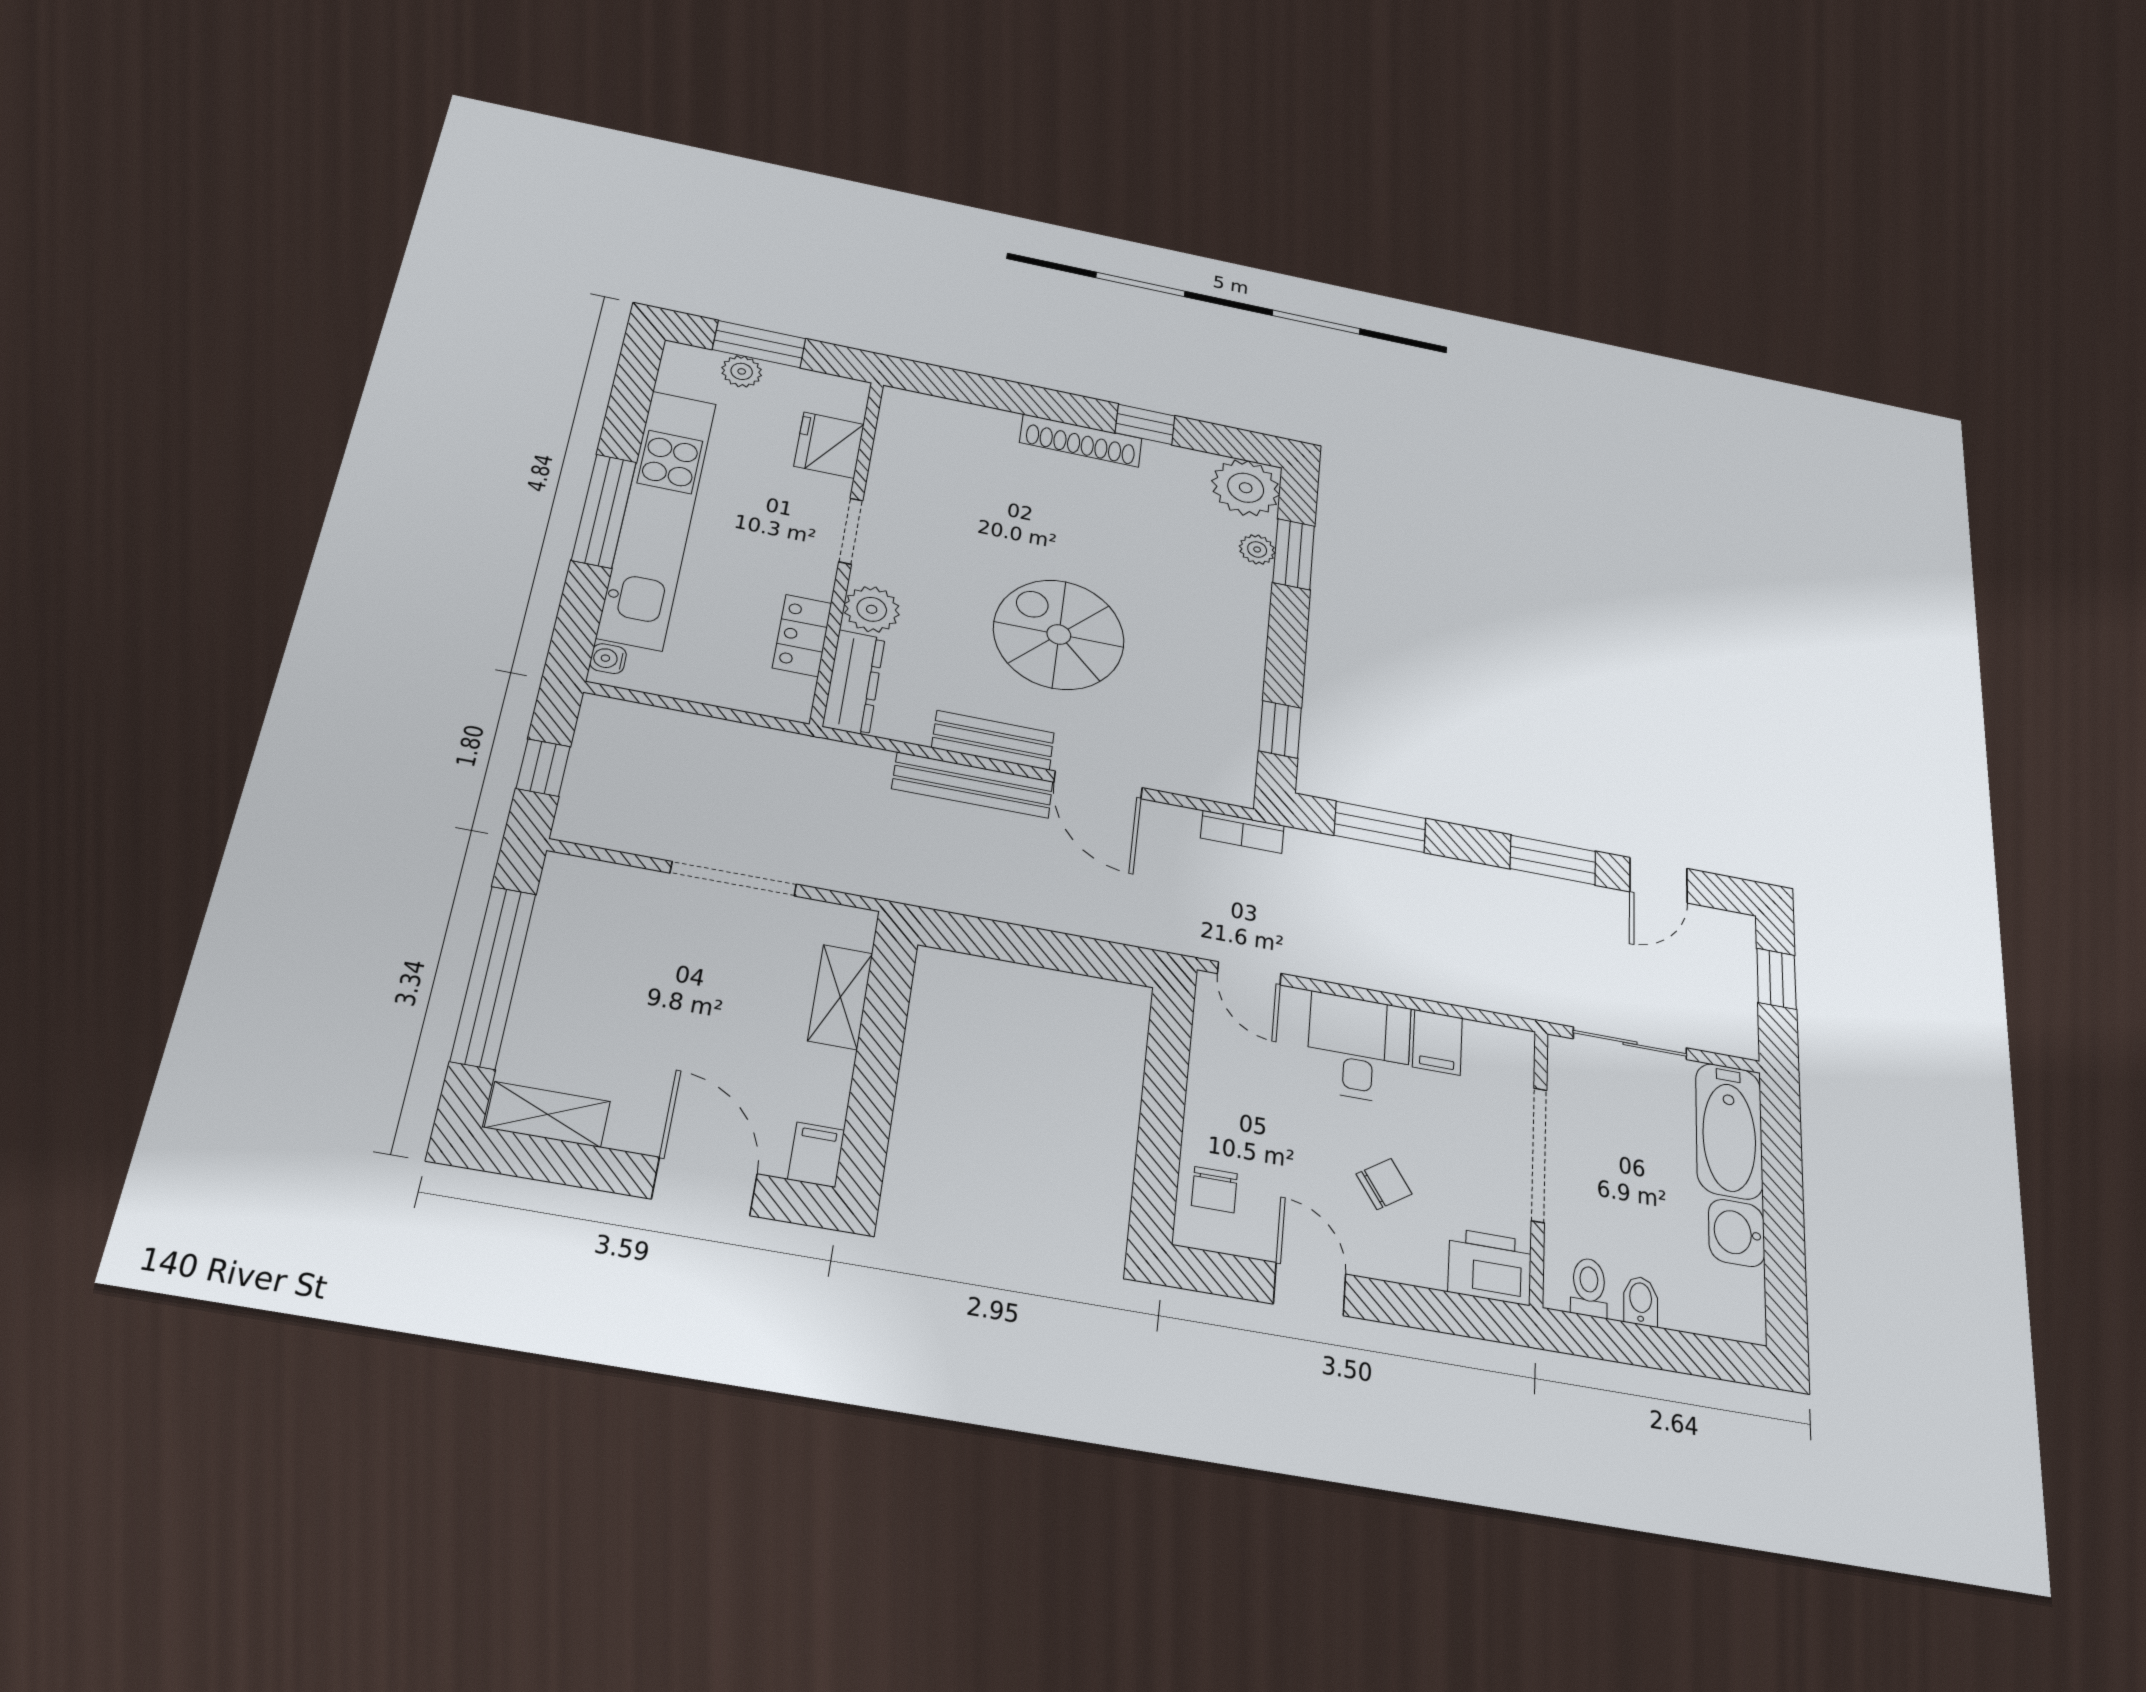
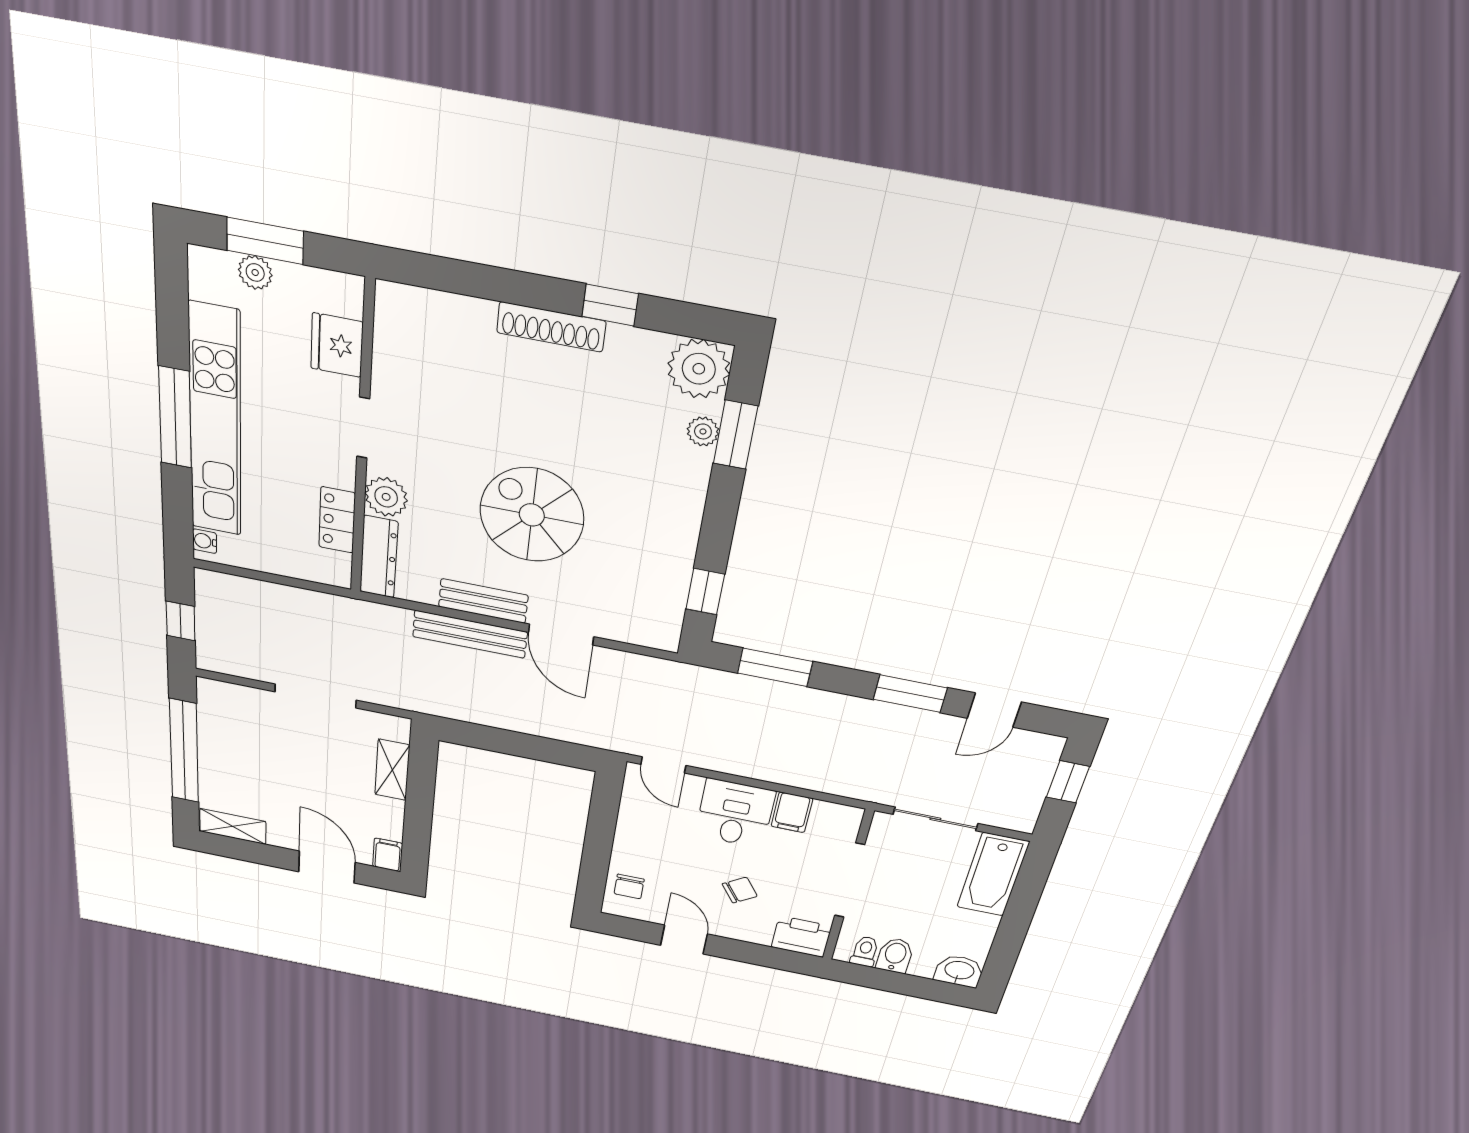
bookcase: (1242, 832) -> (667, 670), removed
washbasin: (1737, 1233) -> (959, 971), moved, turned 90
bidet: (1641, 1301) -> (895, 955), width x1.38, depth x1.36

